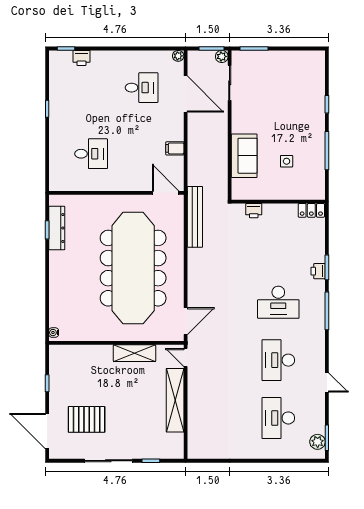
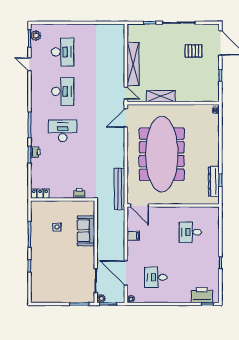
printer: (81, 58) -> (202, 295), width x1.87, depth x1.48
door: (327, 382) -> (29, 64), moved
pallet: (87, 419) -> (193, 51), width x0.67, depth x0.71

